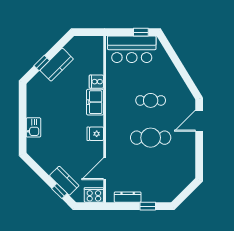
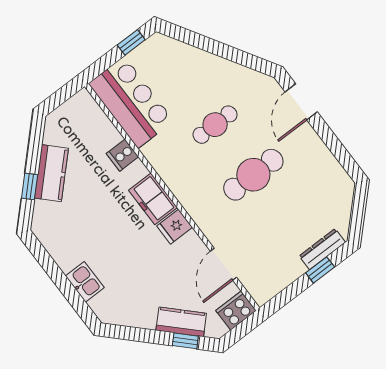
bar counter: (132, 49) -> (131, 102), moved, turned -90
freezer: (95, 102) -> (153, 199), moved
dresser: (128, 197) -> (322, 249), moved

